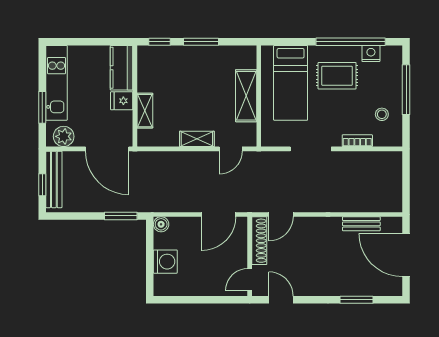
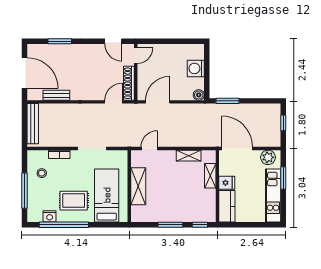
shelving: (197, 139) -> (189, 156), moved
bench: (54, 179) -> (33, 124), moved

